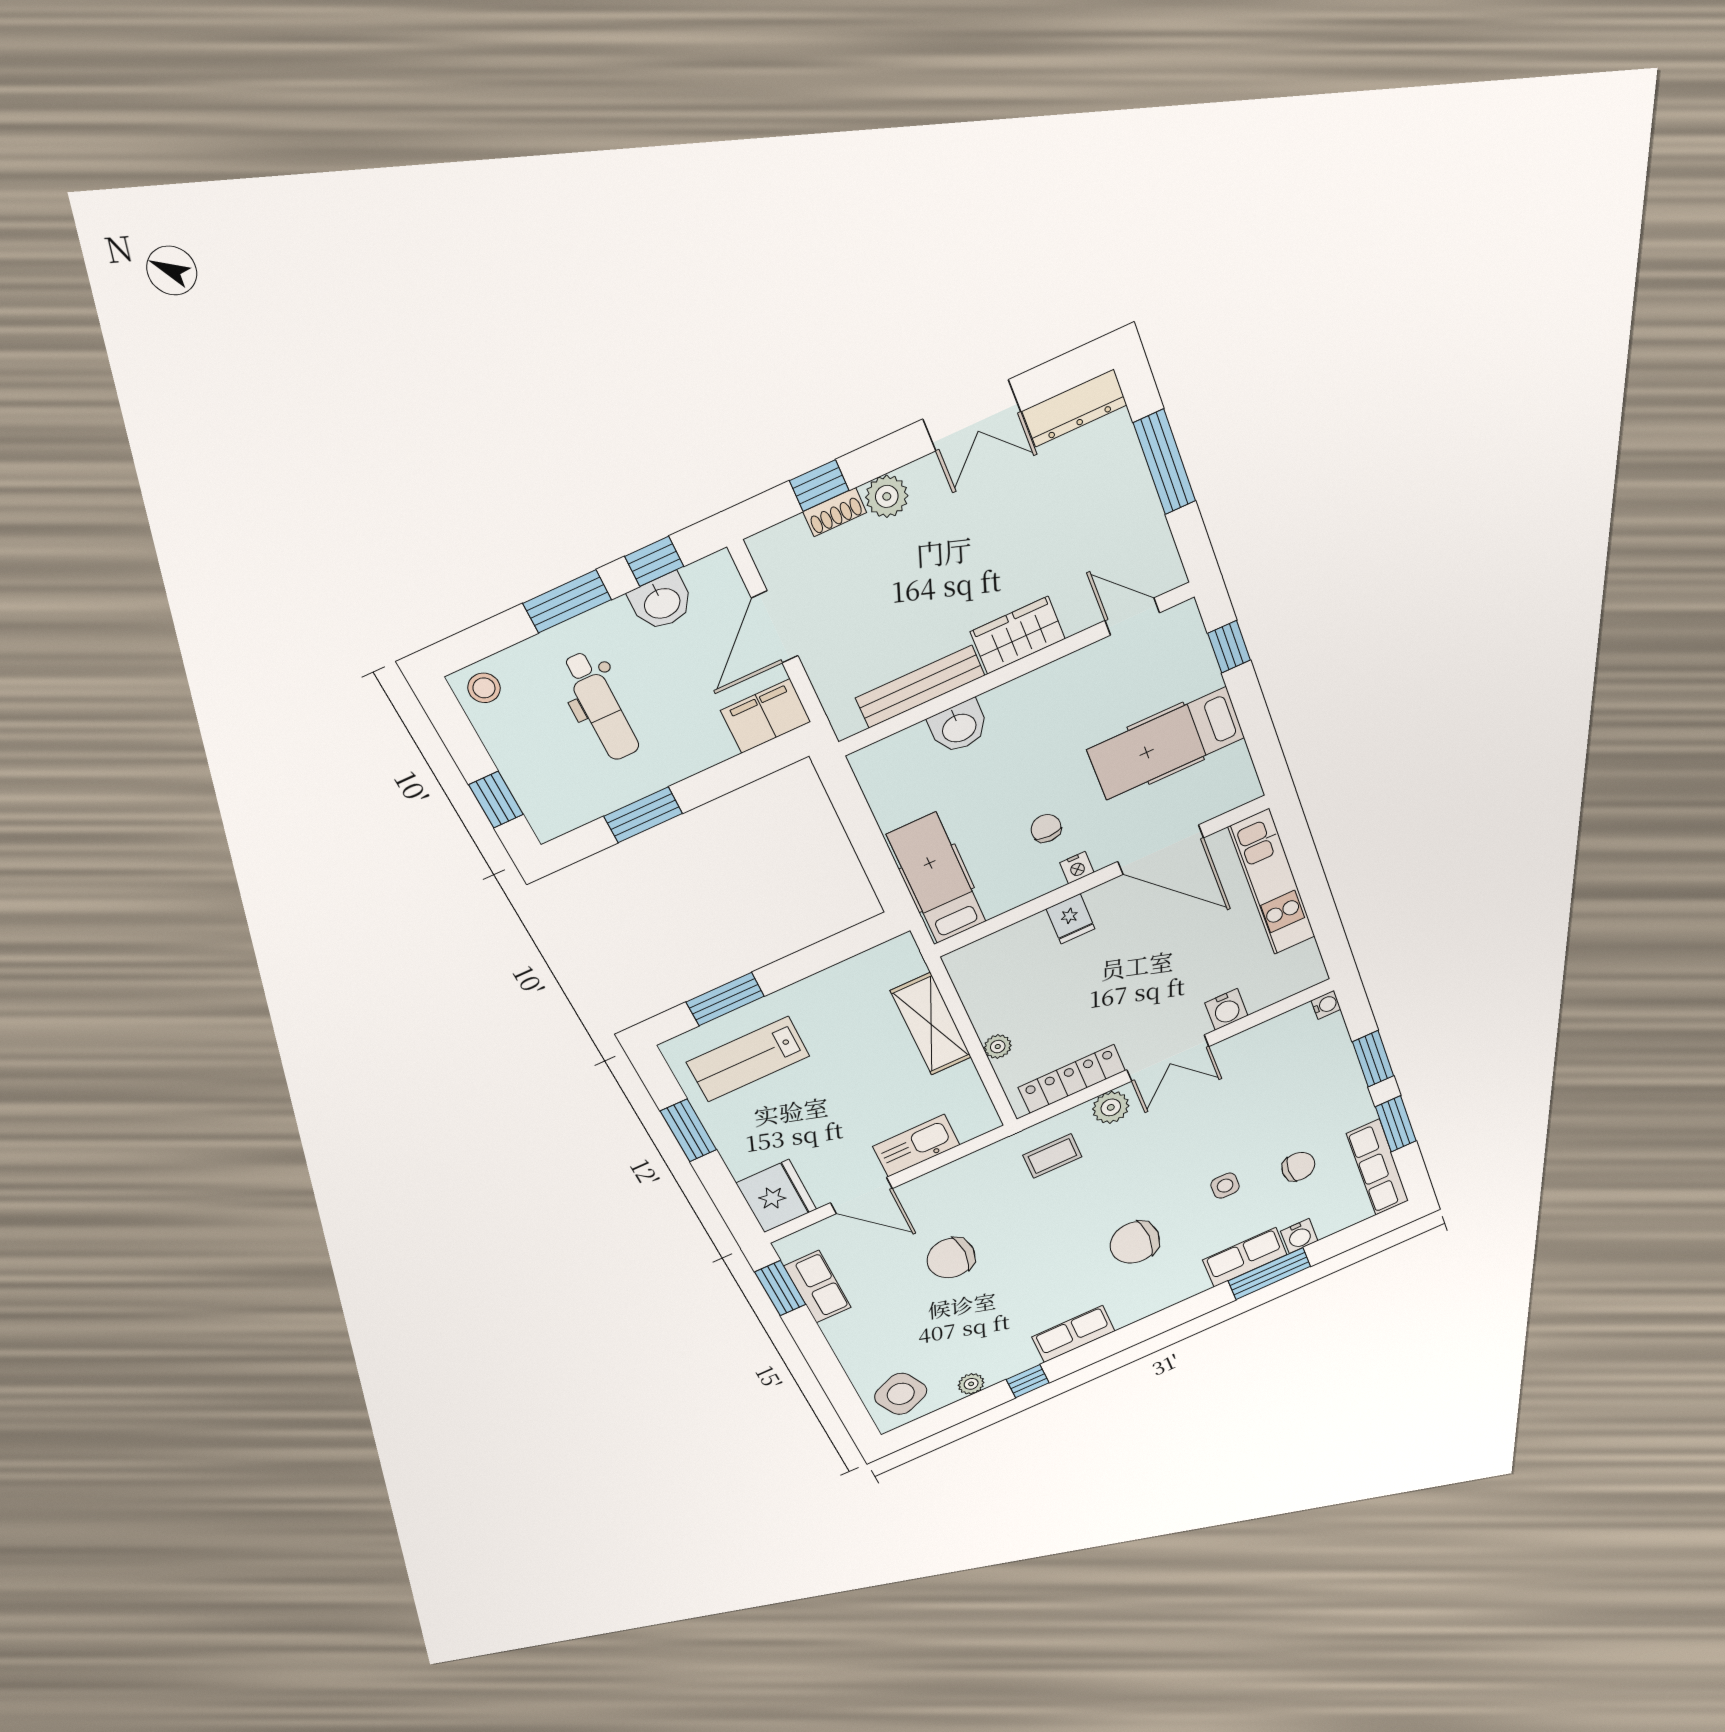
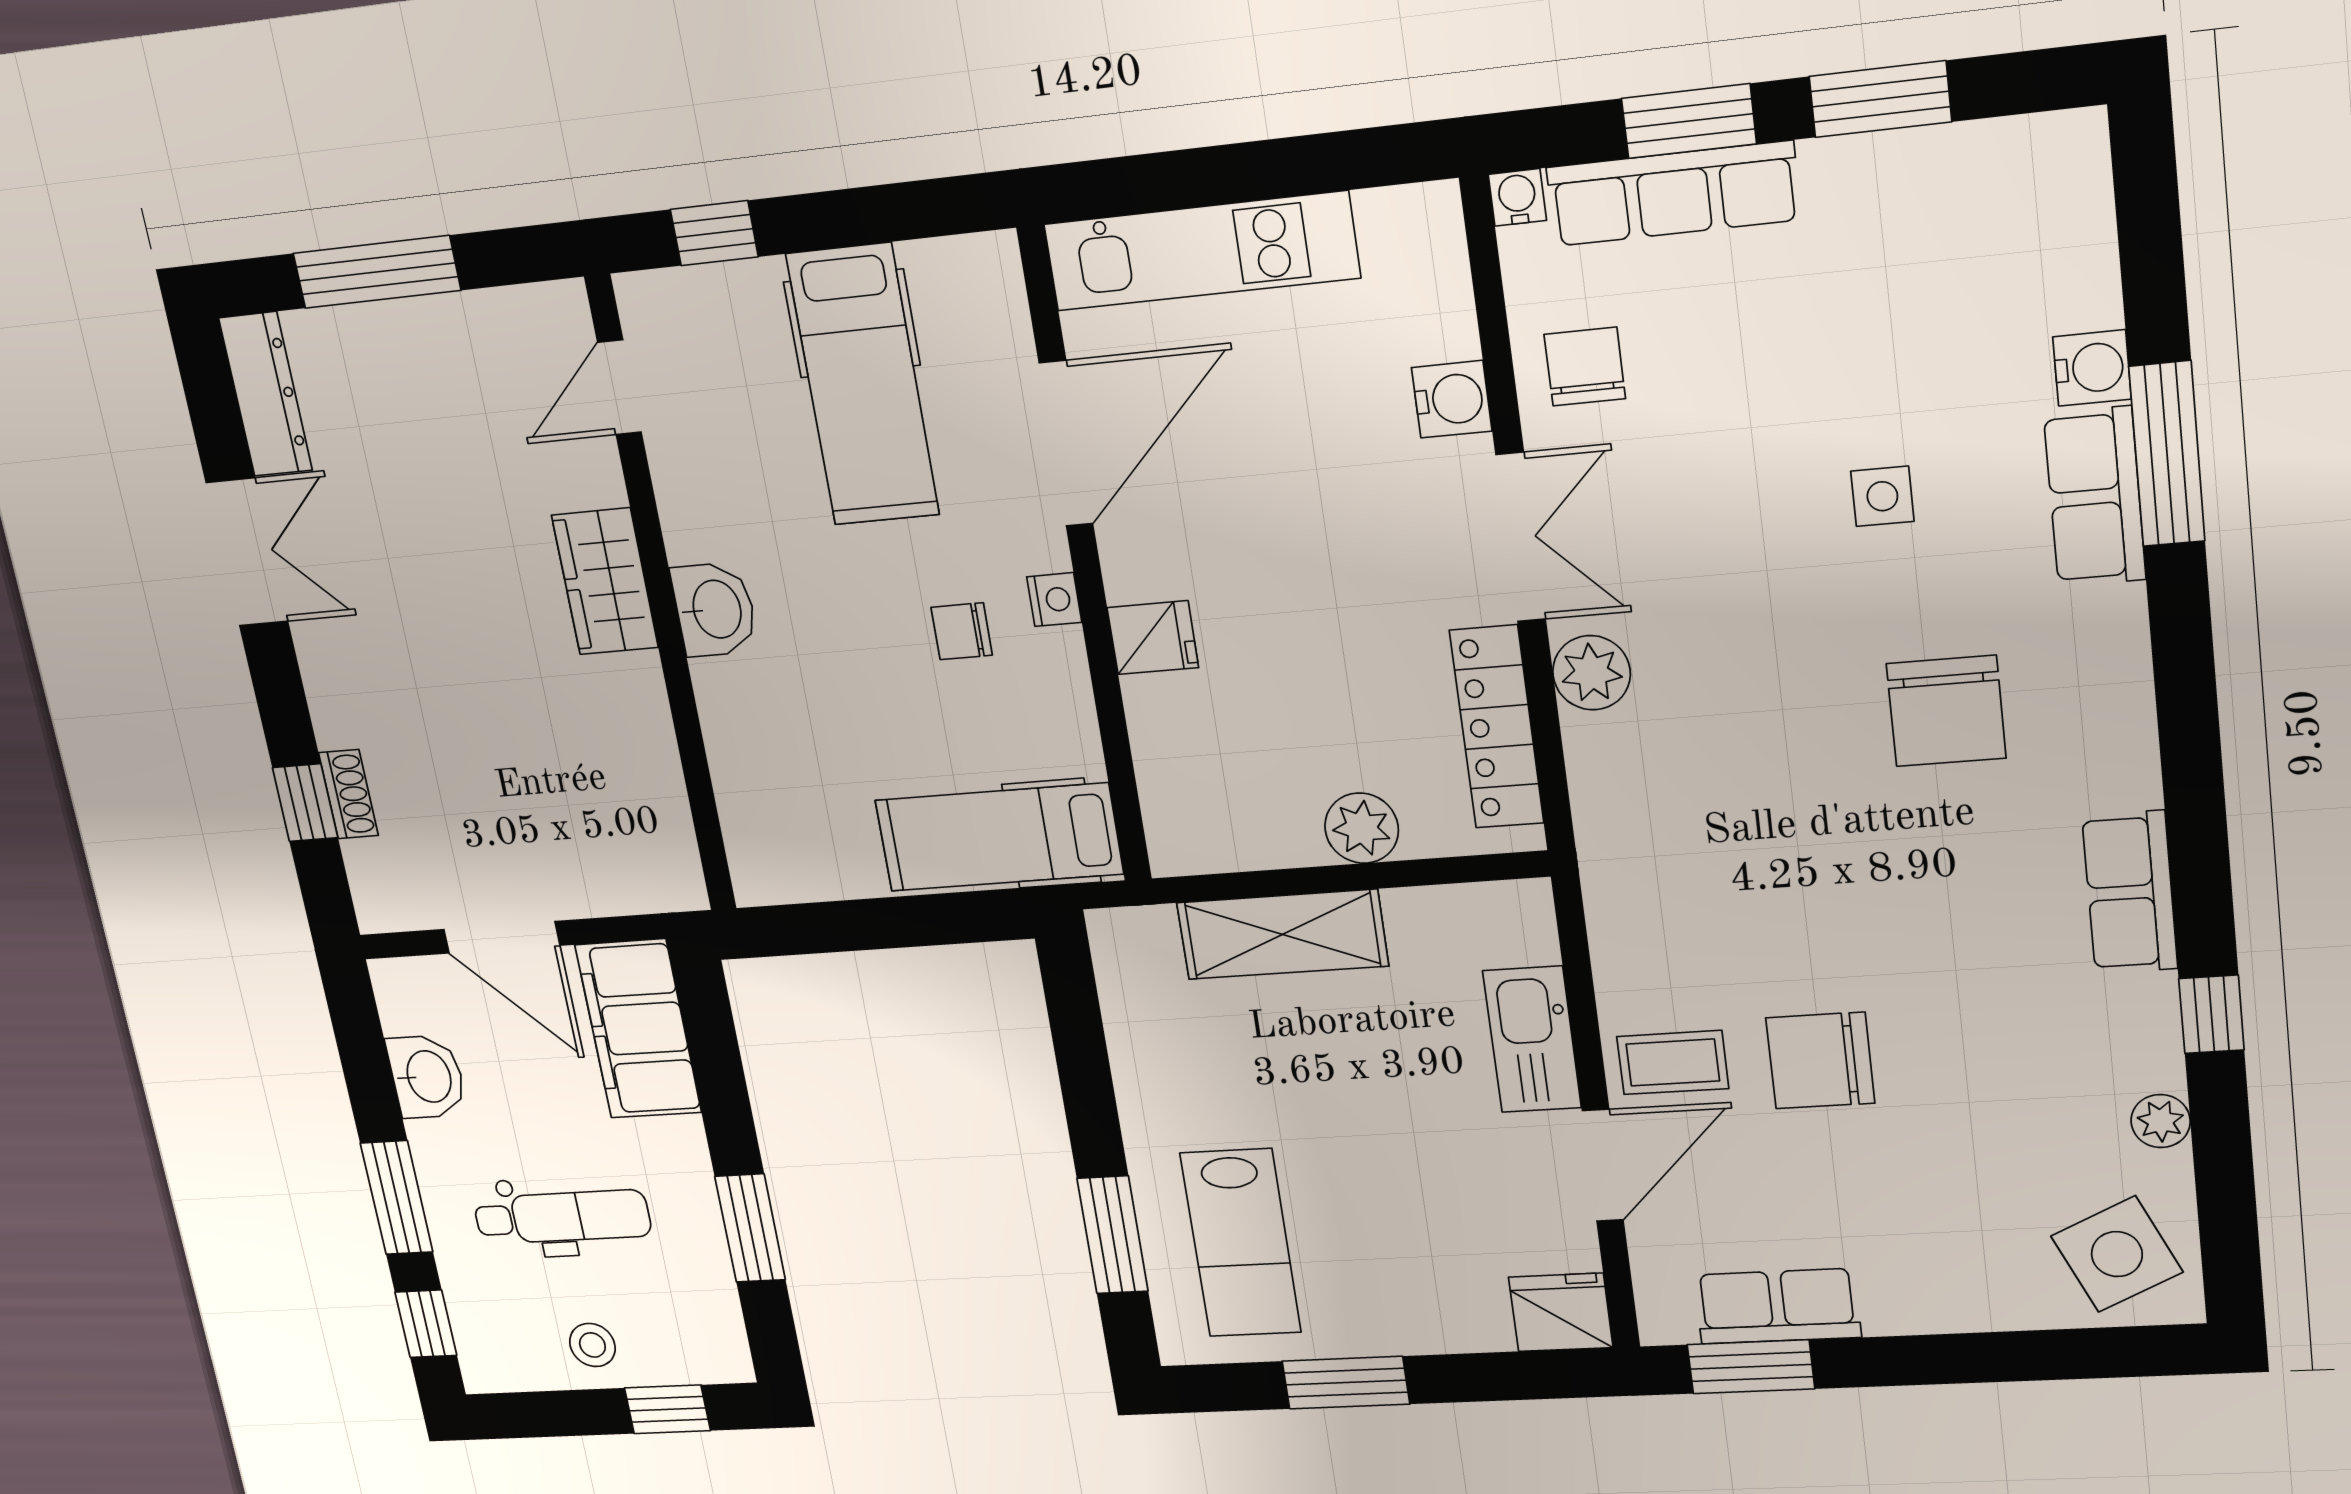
plant: (887, 496) -> (341, 713), removed
window: (654, 561) -> (426, 1324), moved
bench: (920, 687) -> (652, 758), removed
stool: (484, 688) -> (592, 1345), moved
filing cabinet: (766, 716) -> (638, 1029), width x1.50, depth x1.17
washbasin: (959, 727) -> (715, 609), moved
plant: (998, 1047) -> (1362, 828), width x1.38, depth x1.38
coffee table: (1052, 1156) -> (1673, 1063), moved, turned 90
chair: (1298, 1167) -> (1585, 367), moved
row of seats: (1378, 1167) -> (1673, 194), moved
fridge: (776, 1196) -> (1561, 1312), width x0.73, depth x0.75
chair: (951, 1258) -> (1820, 1061), turned 90

